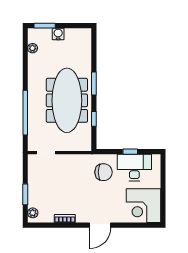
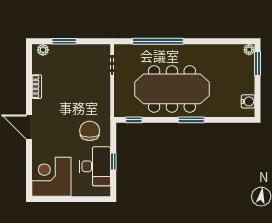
water cooler: (58, 34) -> (248, 101), moved
plant: (33, 48) -> (249, 50), moved
window: (94, 119) -> (134, 120), moved
chair: (104, 172) -> (90, 131), turned 180

